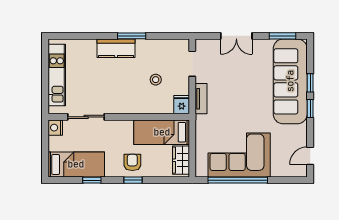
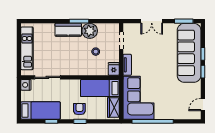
plant: (147, 50) -> (90, 31), added
corner sofa: (239, 155) -> (139, 98), moved, turned 90

